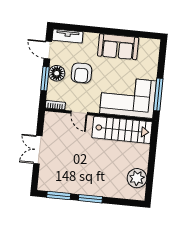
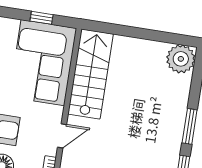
window: (158, 95) -> (42, 18), width x0.46
plant: (137, 178) -> (181, 59), moved

